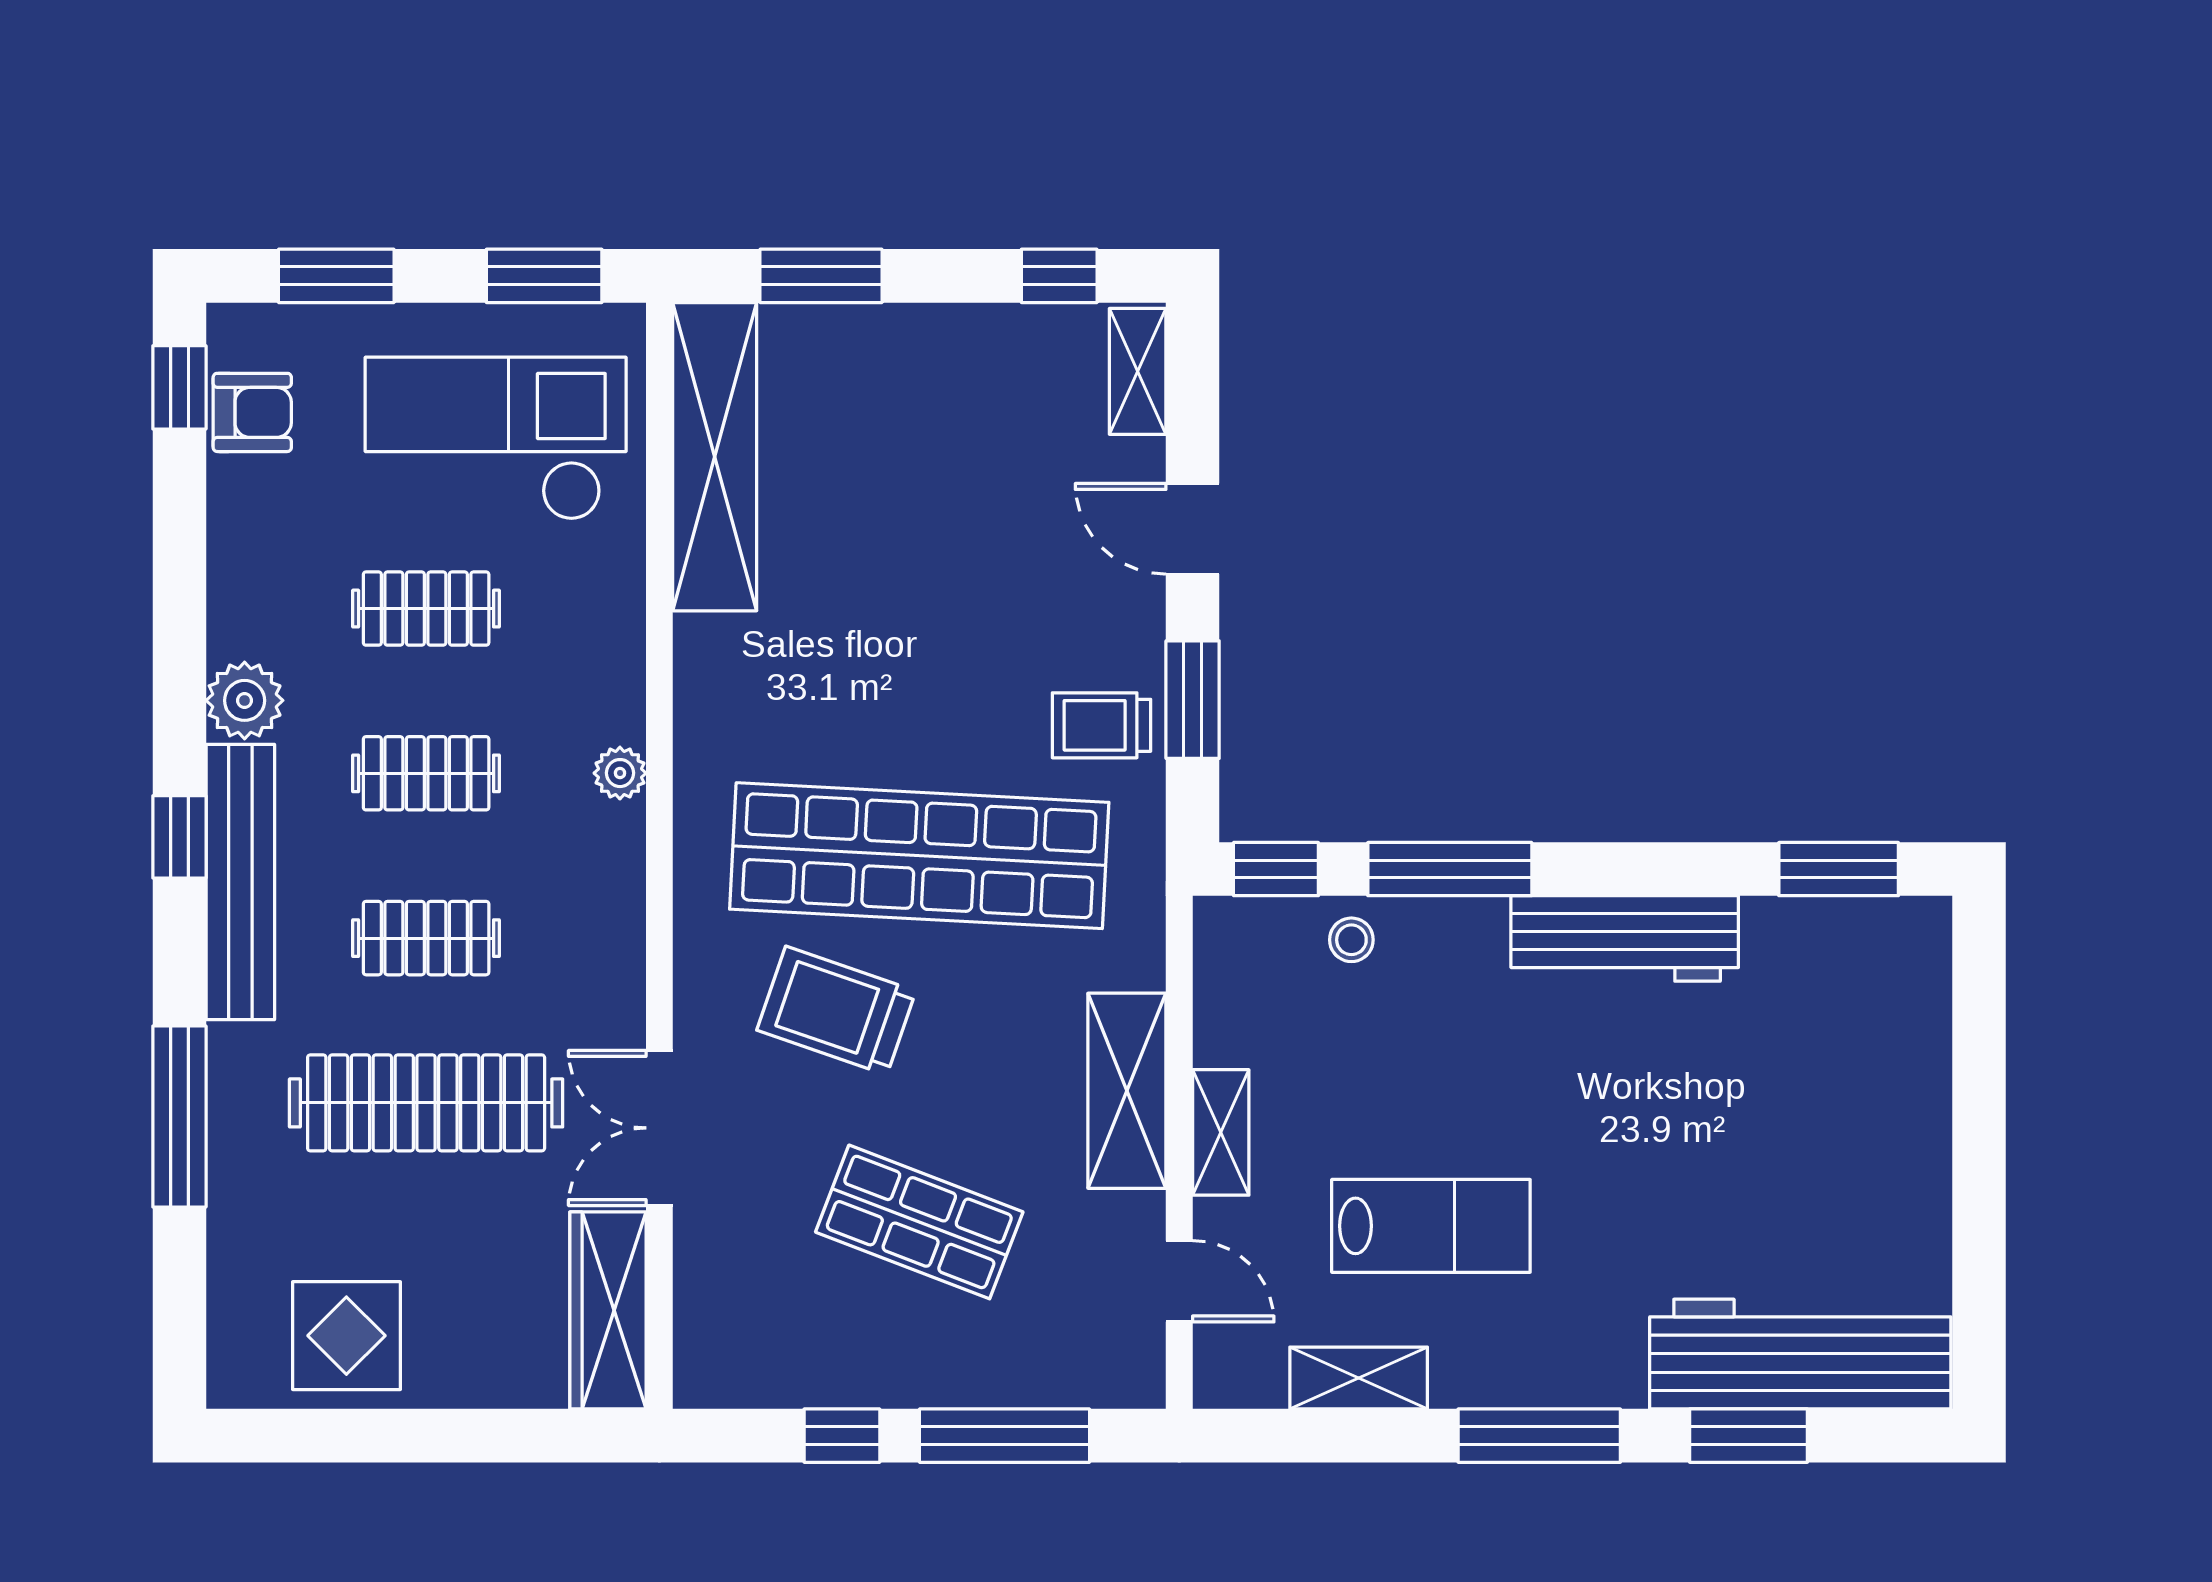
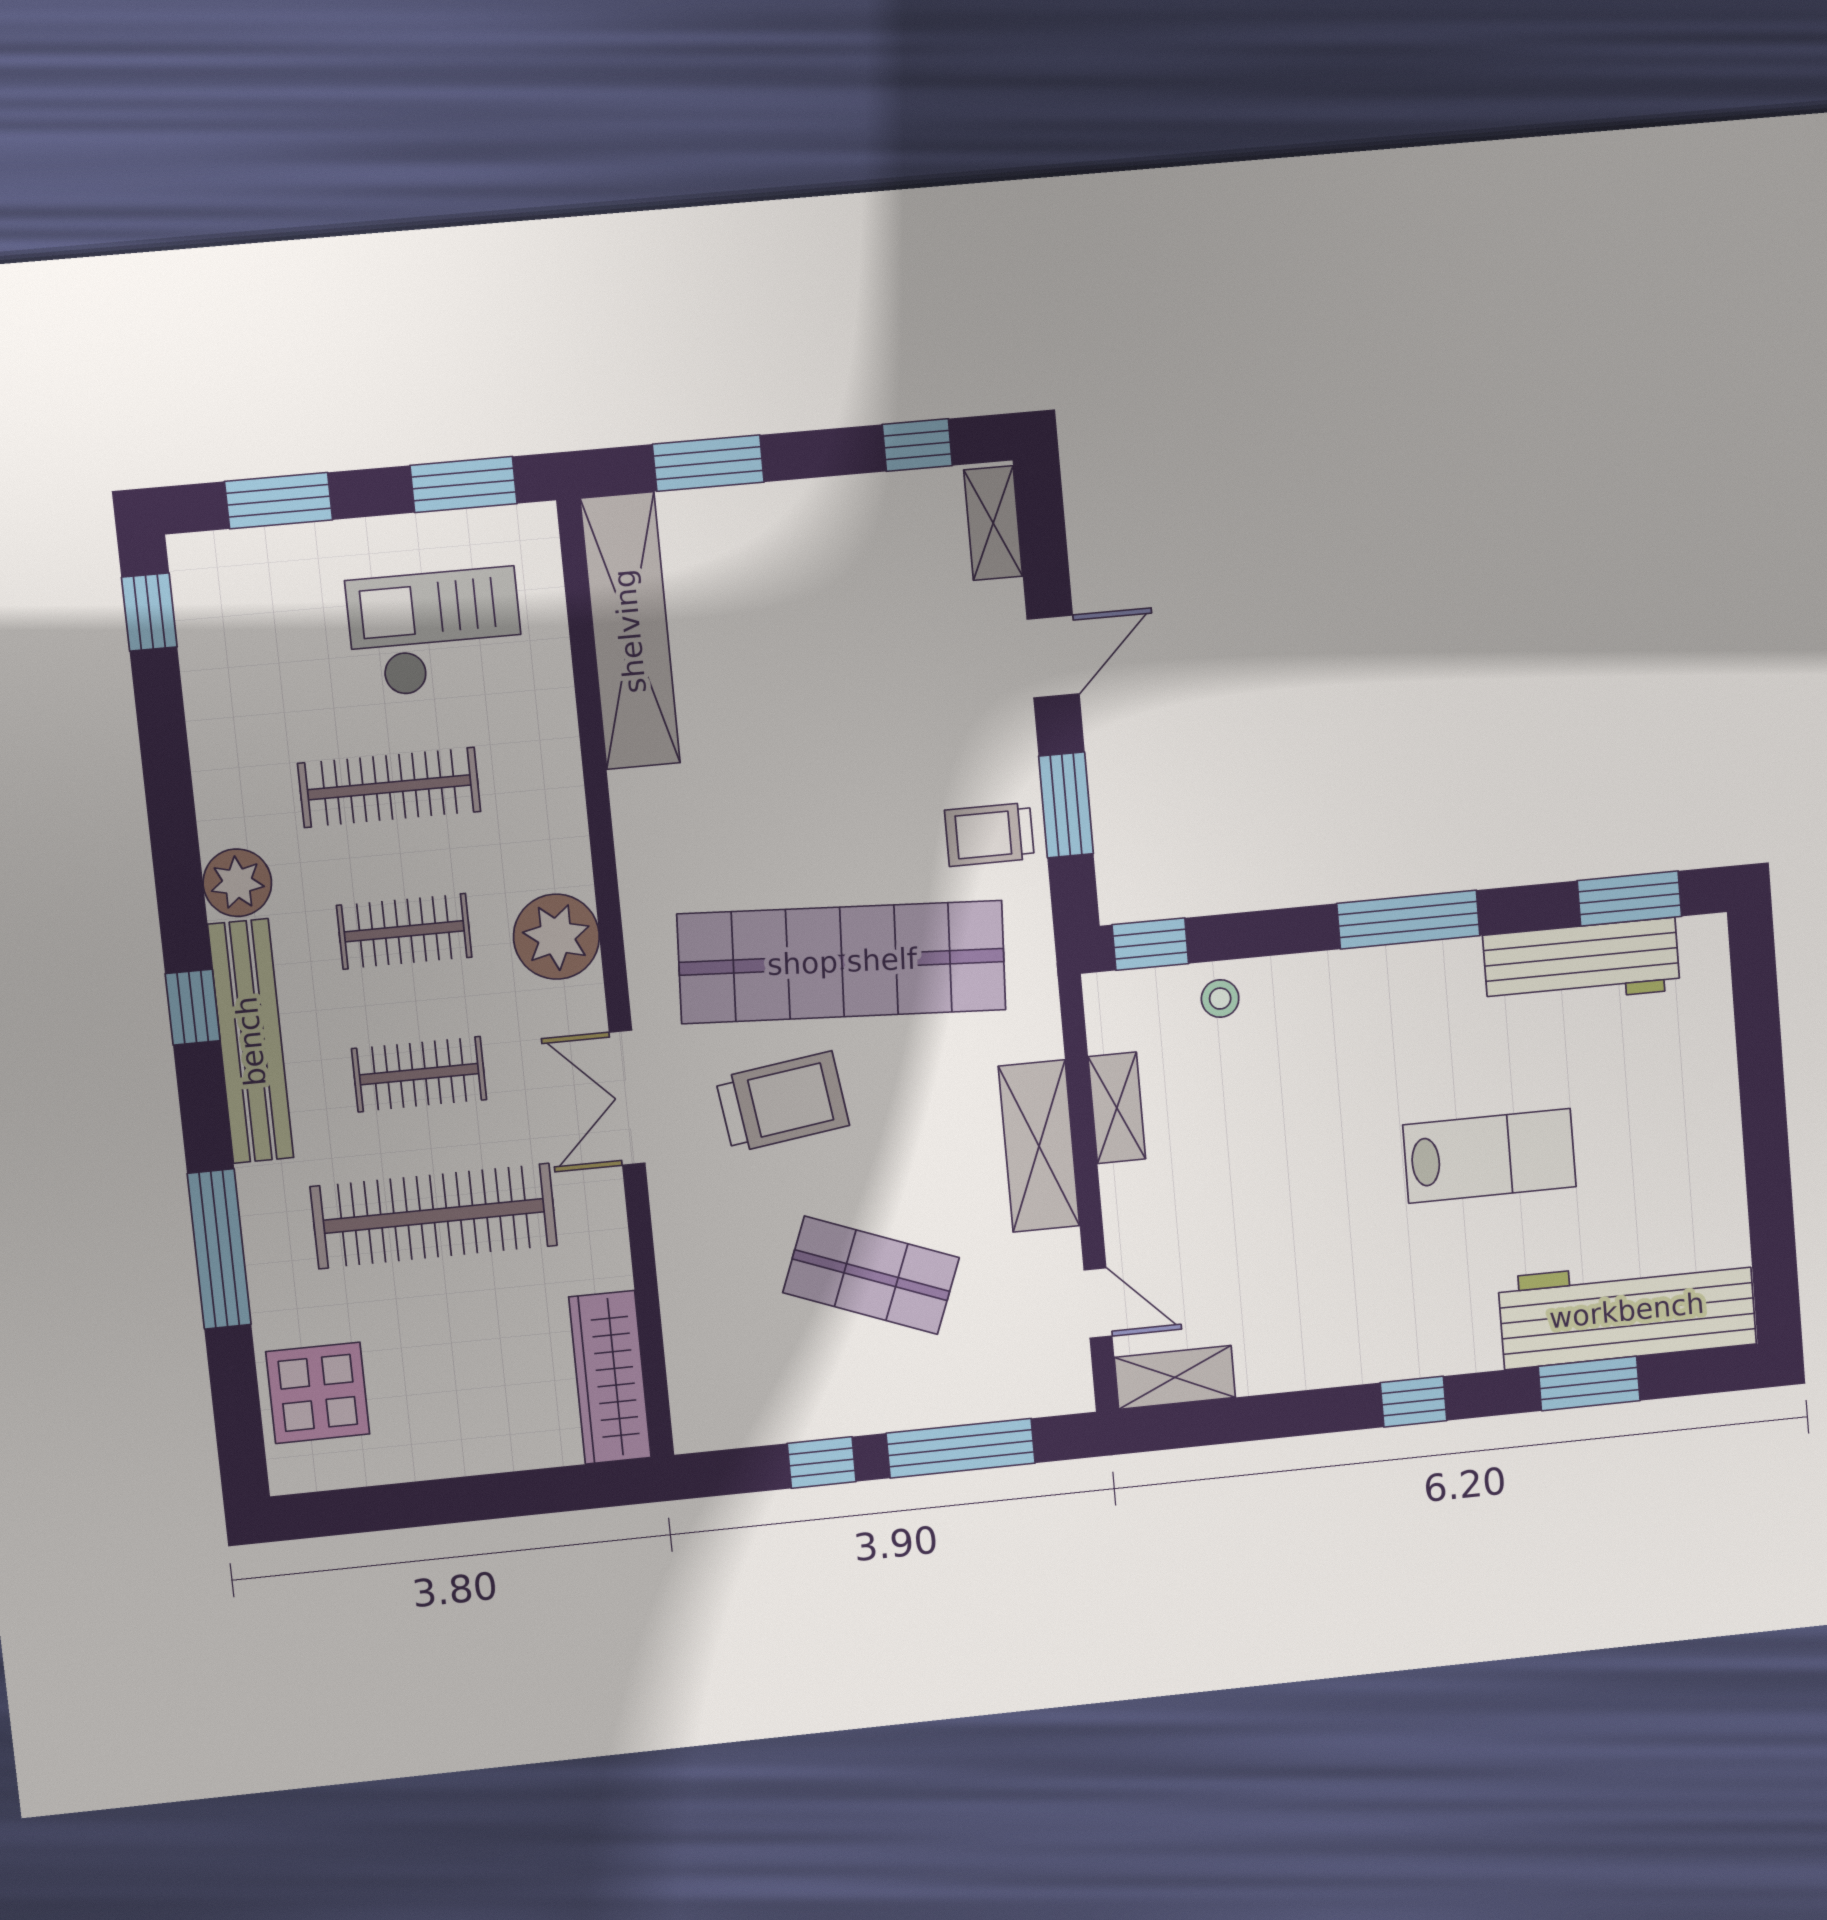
armchair: (252, 412) -> (217, 629), removed
checkout: (496, 439) -> (435, 632), width x0.73, depth x0.83
door: (1193, 529) -> (1053, 657), swing flipped
clothes rail: (426, 609) -> (389, 787), width x1.36
plant: (620, 773) -> (556, 937), width x1.88, depth x1.88
window: (1450, 869) -> (1408, 920), moved
workbench: (1625, 938) -> (1582, 963), moved
trolley: (836, 1011) -> (783, 1102), turned 153
double door: (659, 1128) -> (627, 1098), moved
shelving: (1221, 1132) -> (1117, 1108), moved
lab bench: (1431, 1226) -> (1489, 1156), moved
display table: (346, 1336) -> (318, 1393), moved
shelving: (1359, 1378) -> (1175, 1377), moved
window: (1539, 1436) -> (1414, 1402), width x0.46

